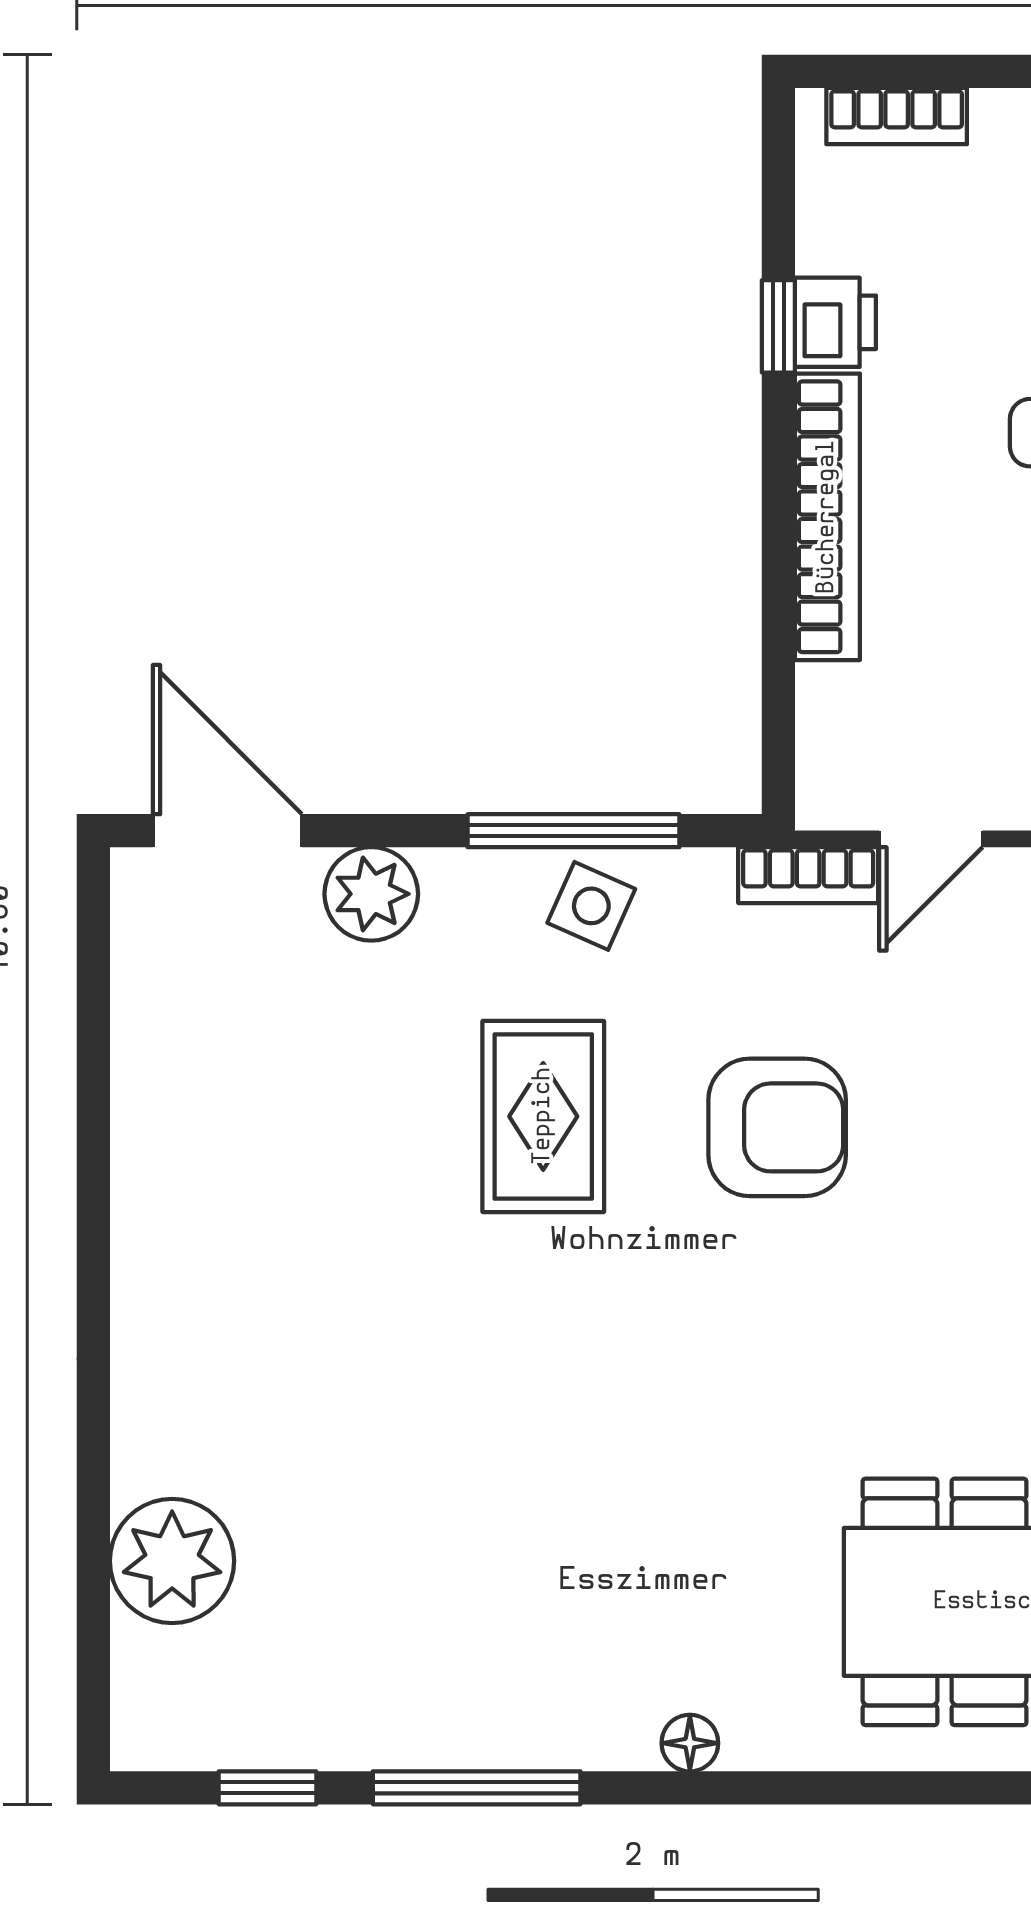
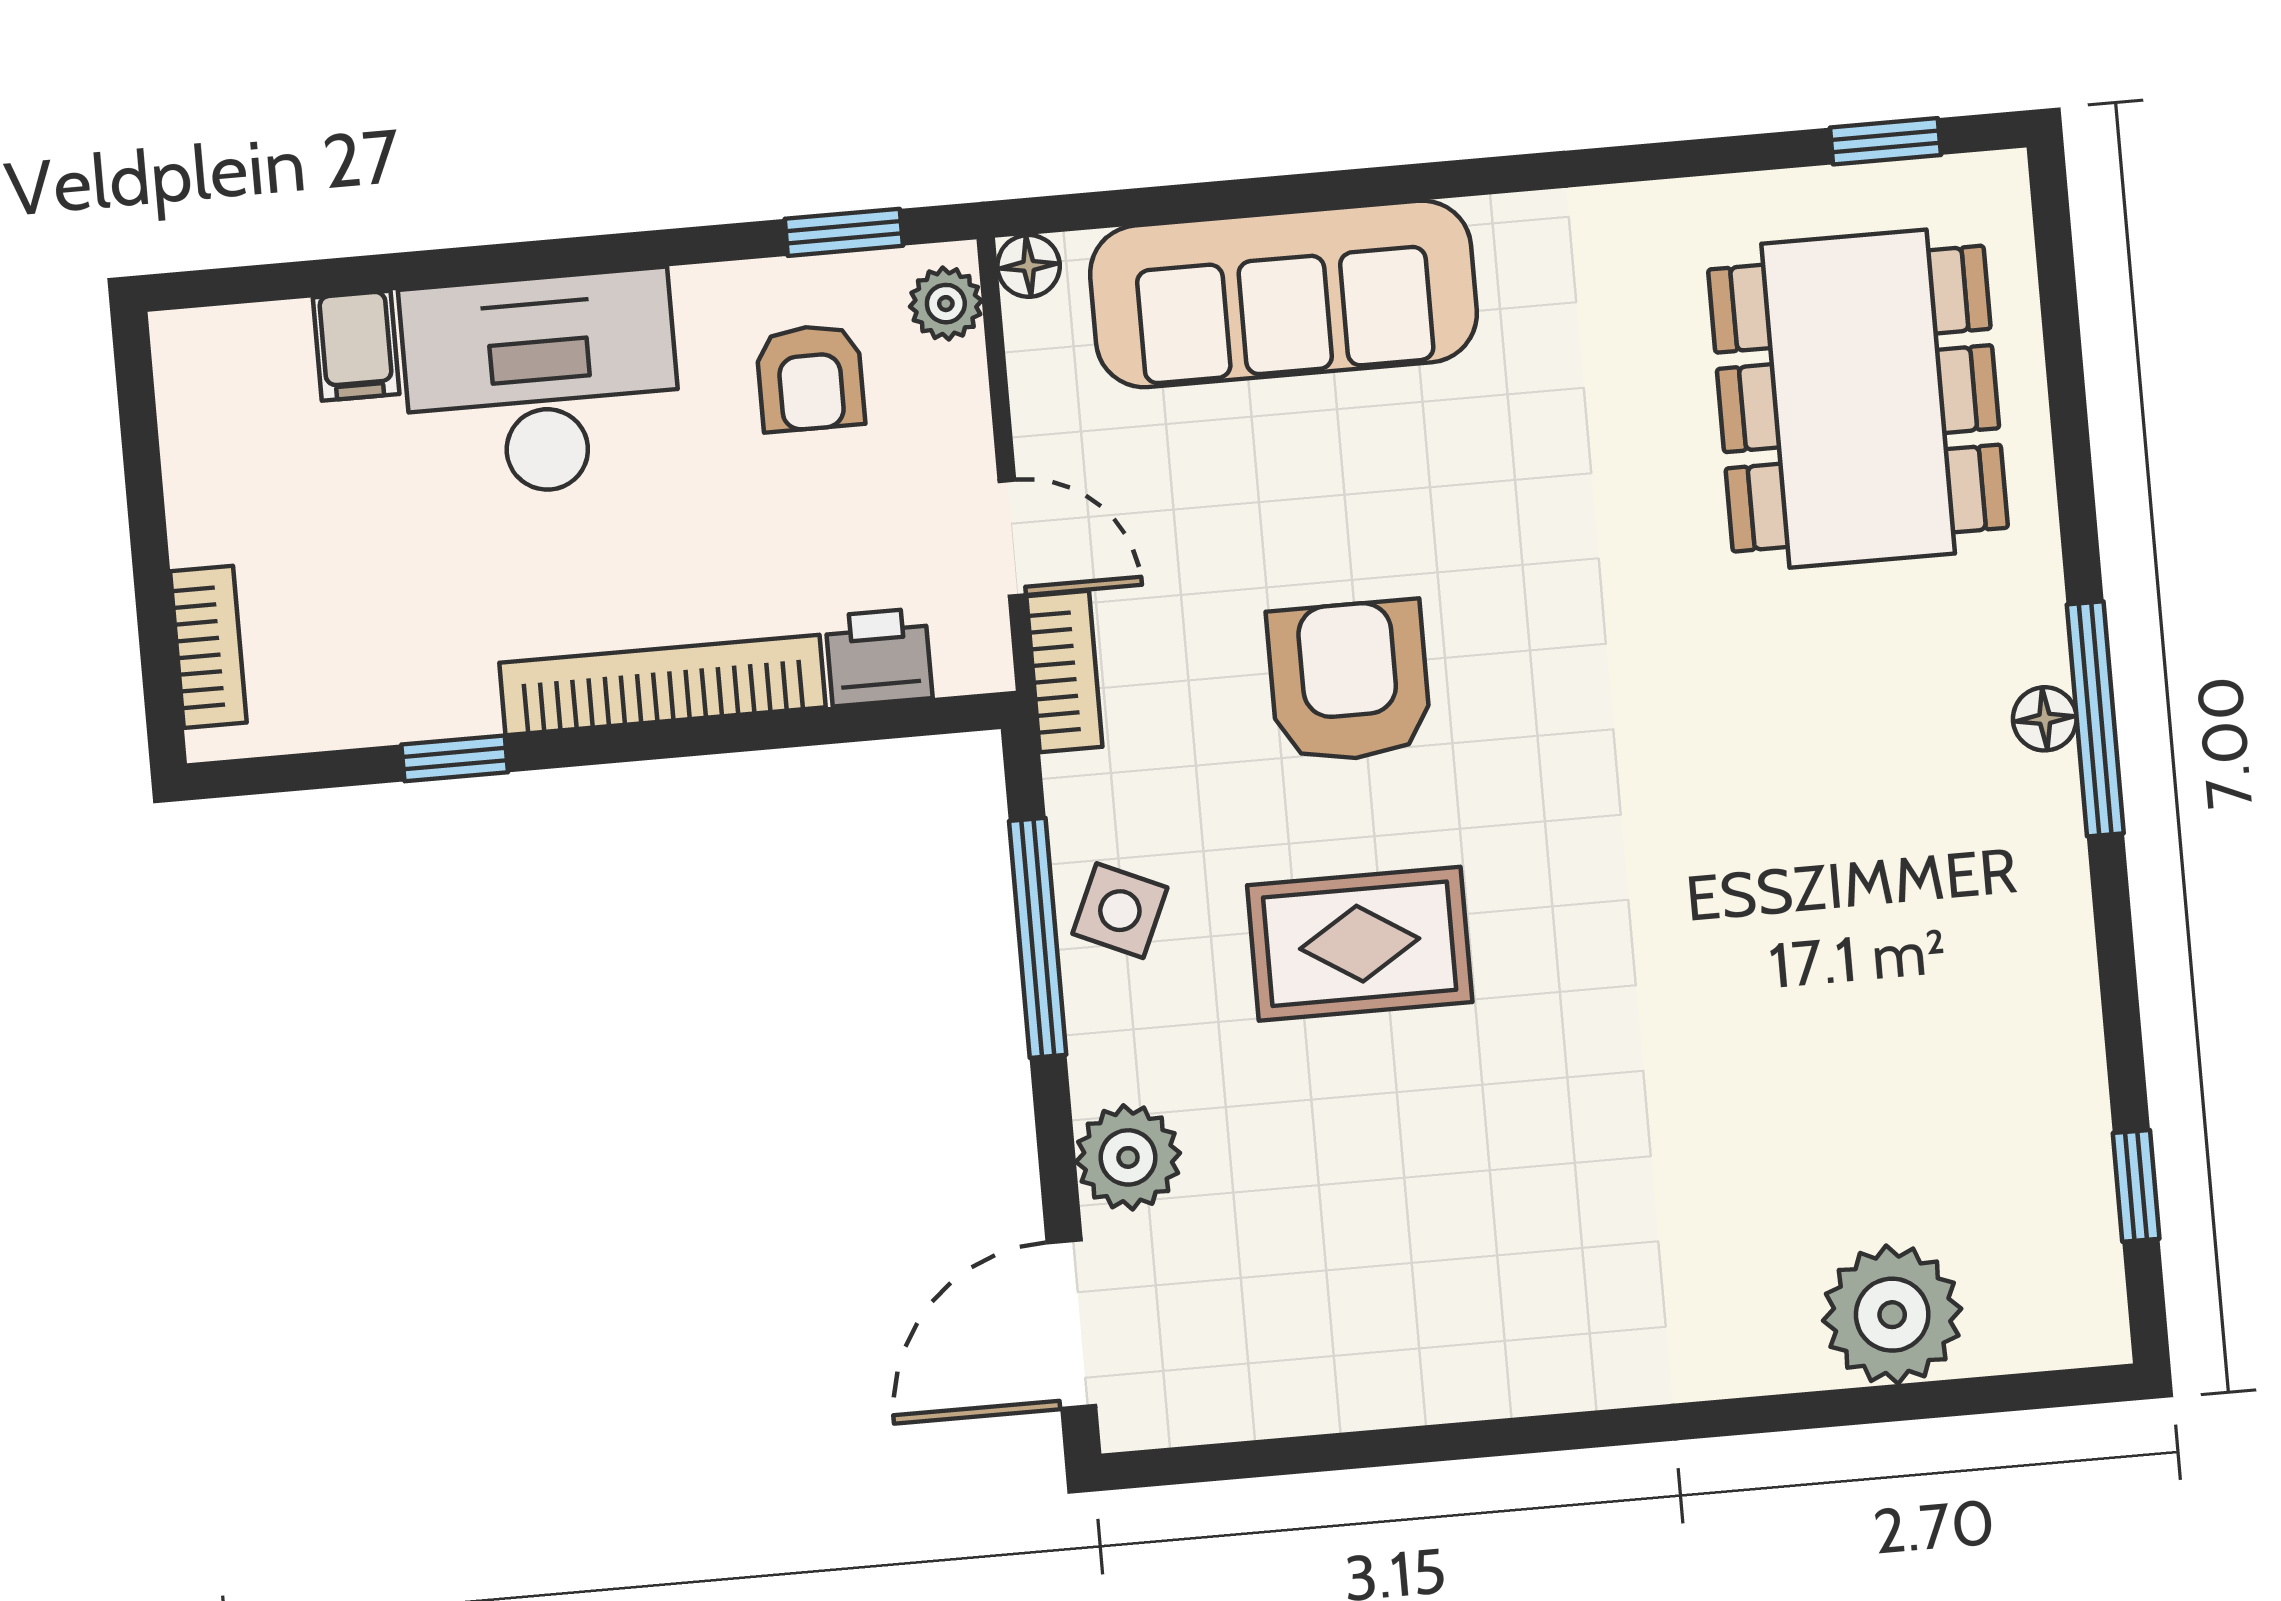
printer: (835, 322) -> (879, 657), moved
window: (477, 1788) -> (2095, 719), moved

